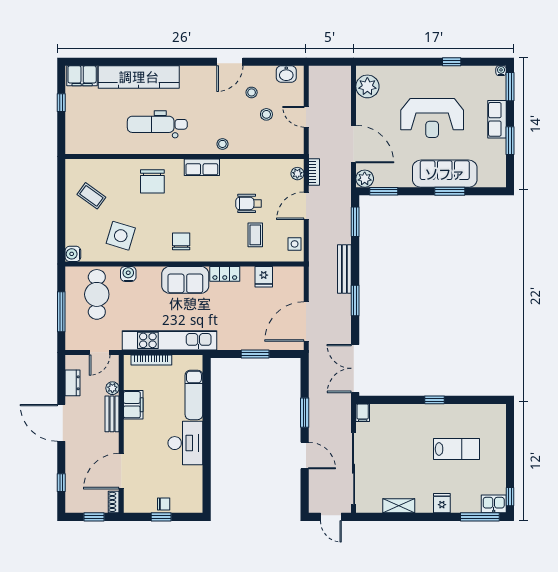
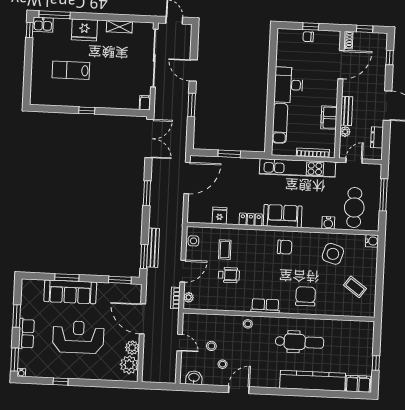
plant: (365, 179) -> (132, 348), moved
chair: (181, 241) -> (285, 247), turned -90
bench: (344, 269) -> (153, 248), moved
fridge: (442, 503) -> (84, 30), width x1.88, depth x1.34

